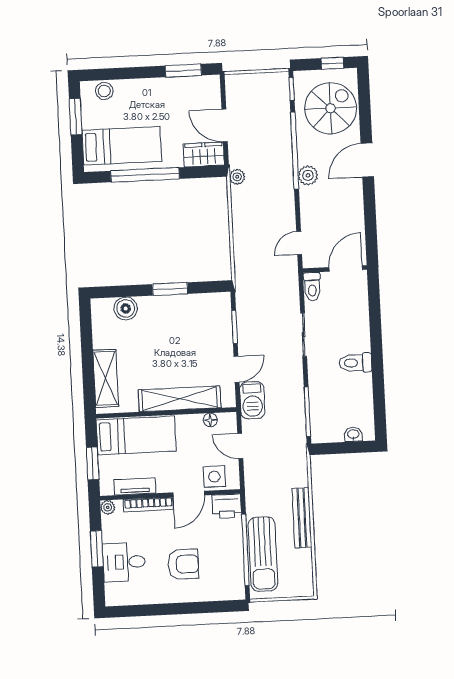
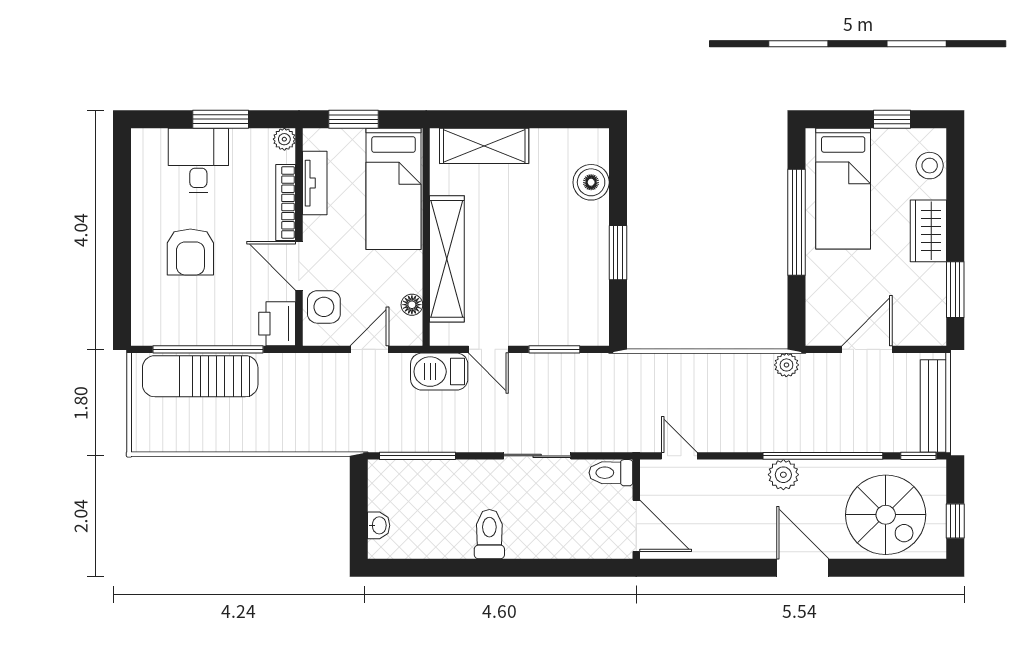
window: (76, 117) -> (892, 119), width x0.67
wardrobe: (204, 155) -> (928, 231), moved, turned 180
bench: (302, 518) -> (933, 406), moved, turned 90

